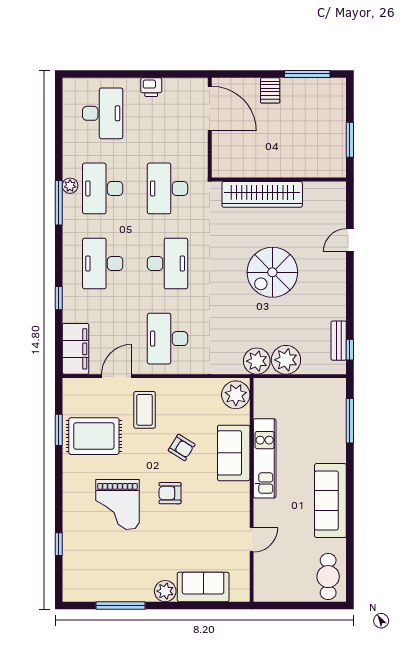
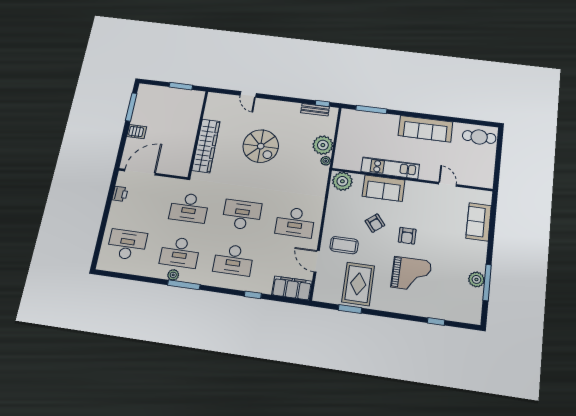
printer: (151, 87) -> (120, 194), moved
plant: (257, 361) -> (326, 161), width x0.53, depth x0.53
armchair: (182, 447) -> (375, 223), turned 109
plant: (165, 591) -> (476, 279), moved

